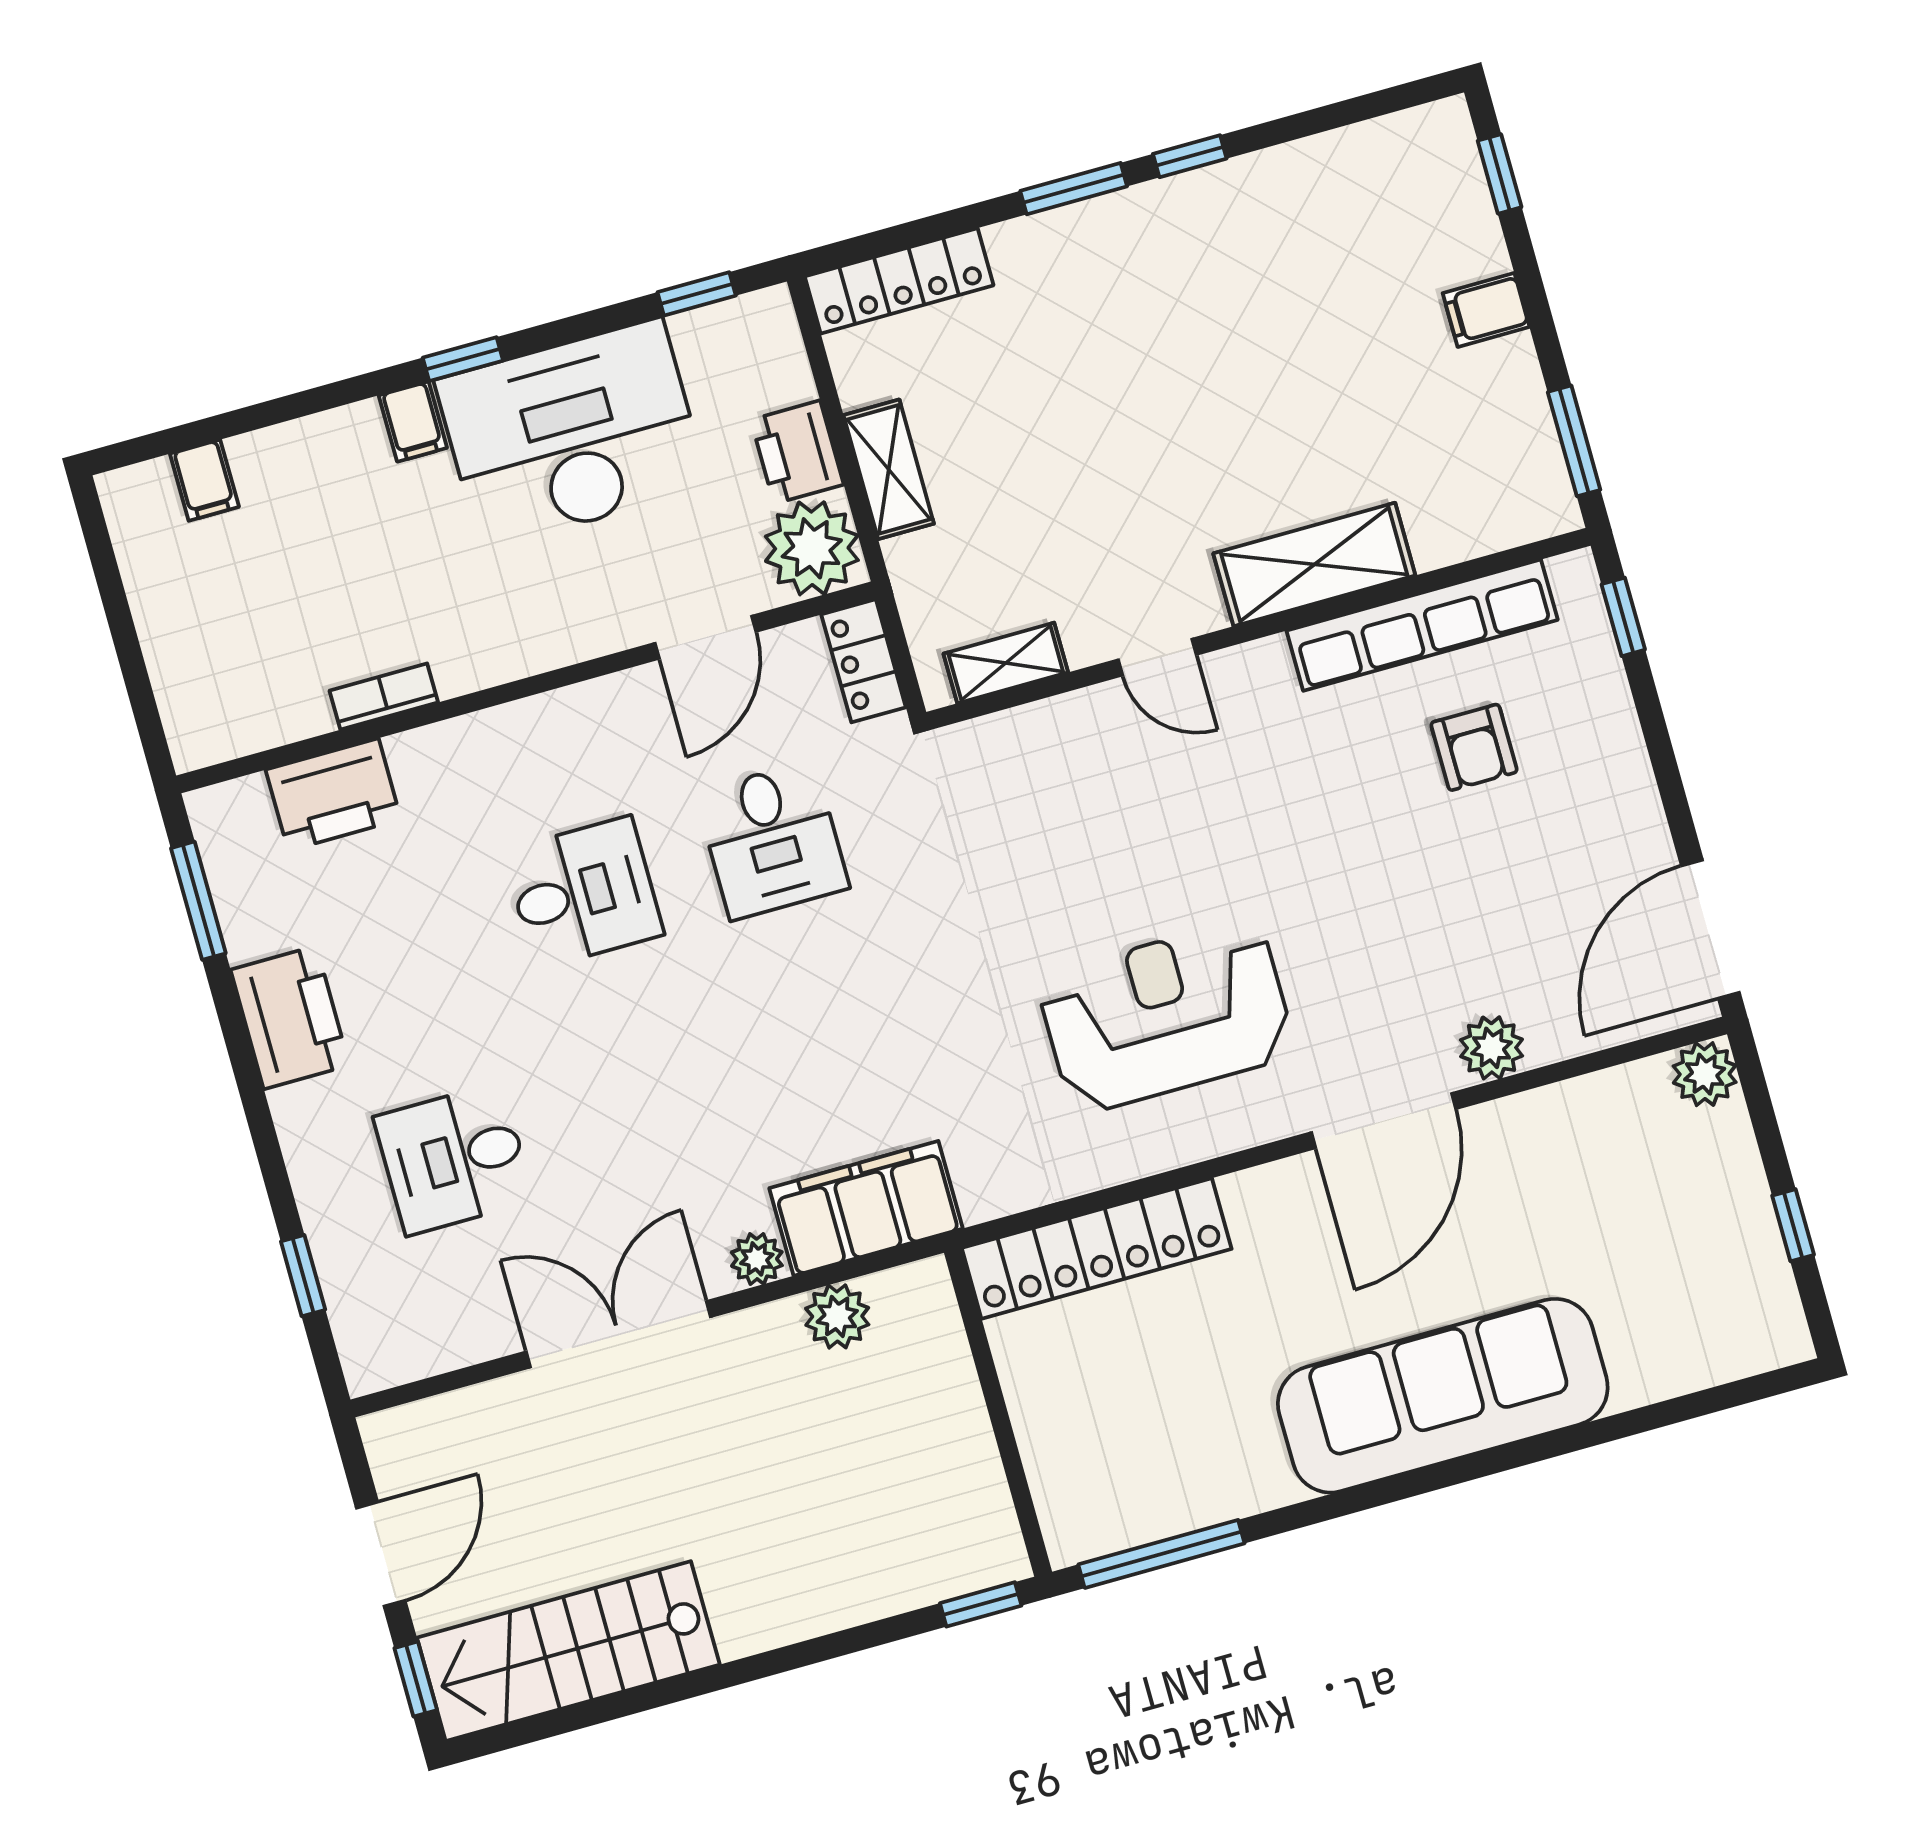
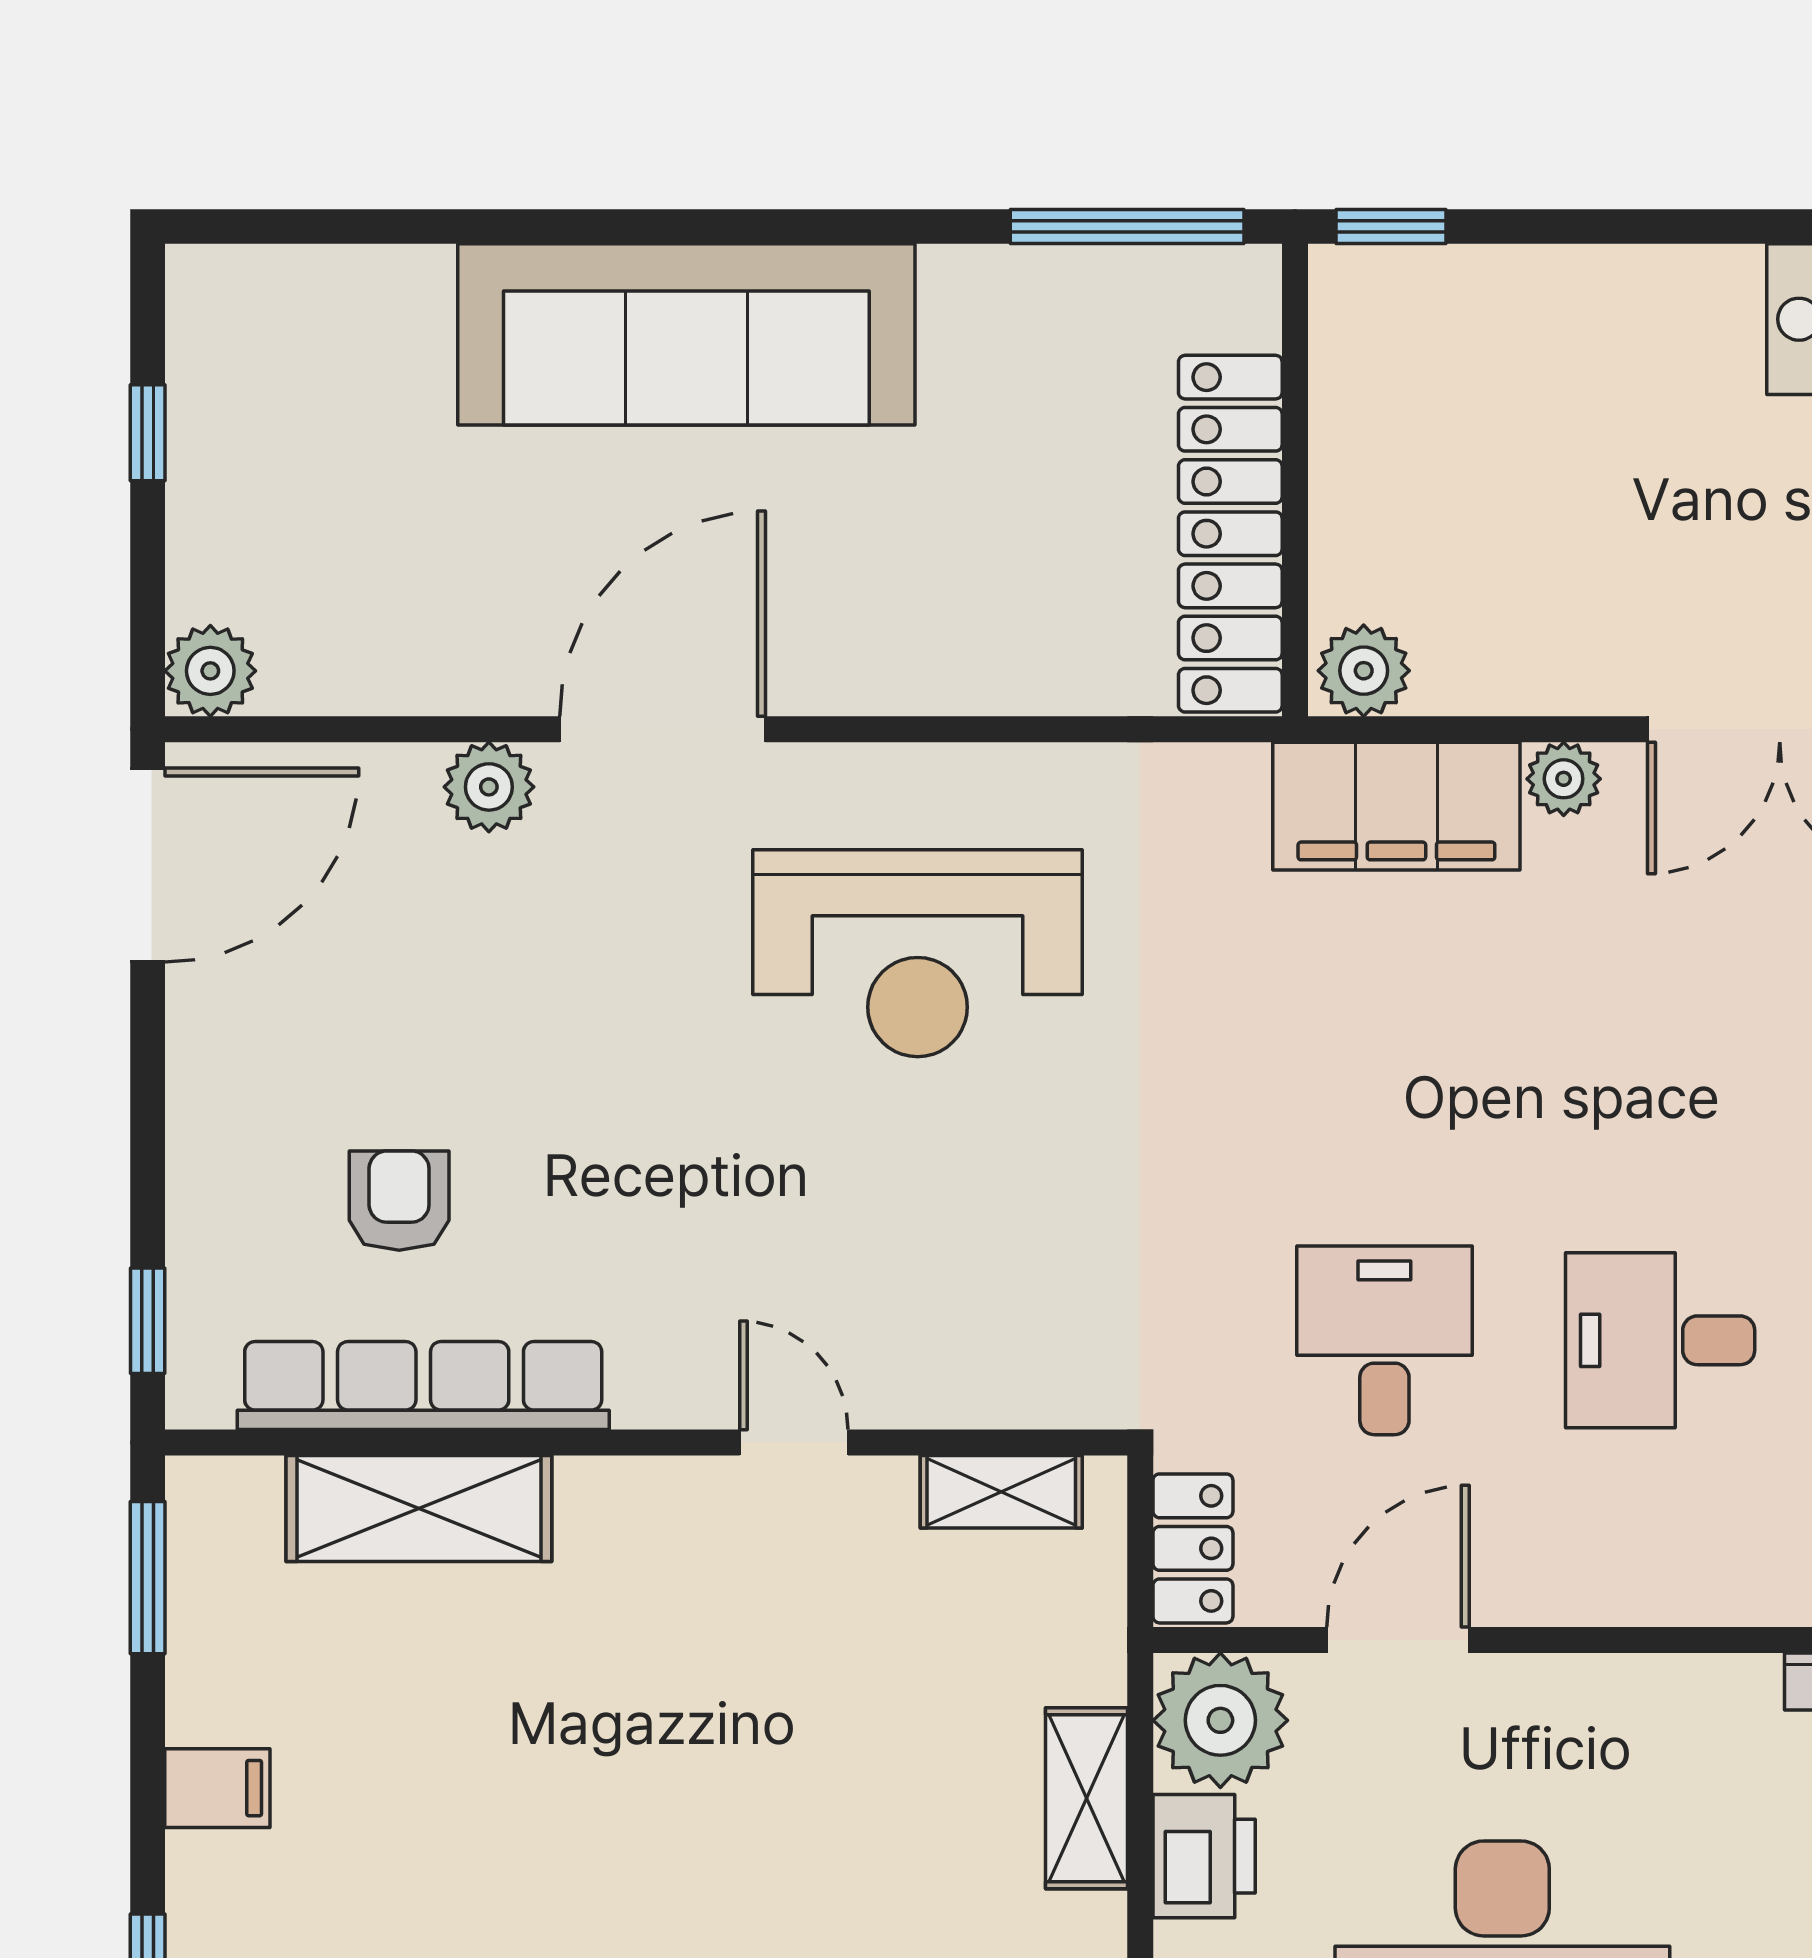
shelving: (1314, 564) -> (419, 1508), moved
locker: (1097, 1248) -> (1230, 534), moved, turned -90
plant: (837, 1316) -> (1364, 671), moved

